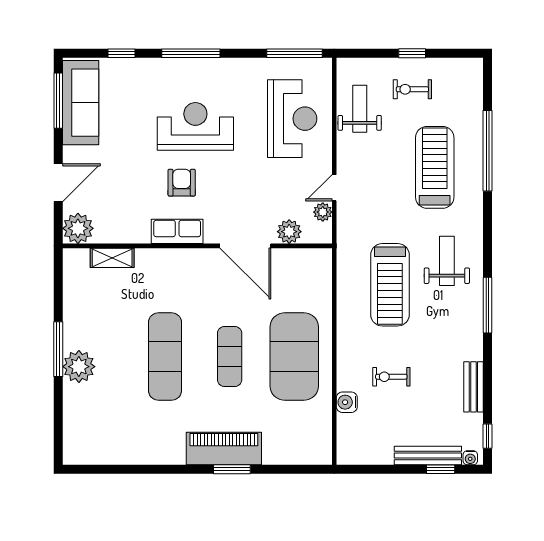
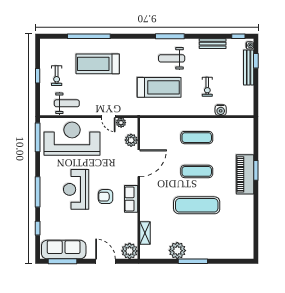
weight bench: (360, 109) -> (67, 103), turned 180
reception desk: (292, 119) -> (72, 139), width x1.36, depth x1.30
weight bench: (447, 261) -> (172, 58), moved
exercise mat: (294, 356) -> (197, 138), width x0.50, depth x0.69
plant: (79, 367) -> (177, 251), moved

